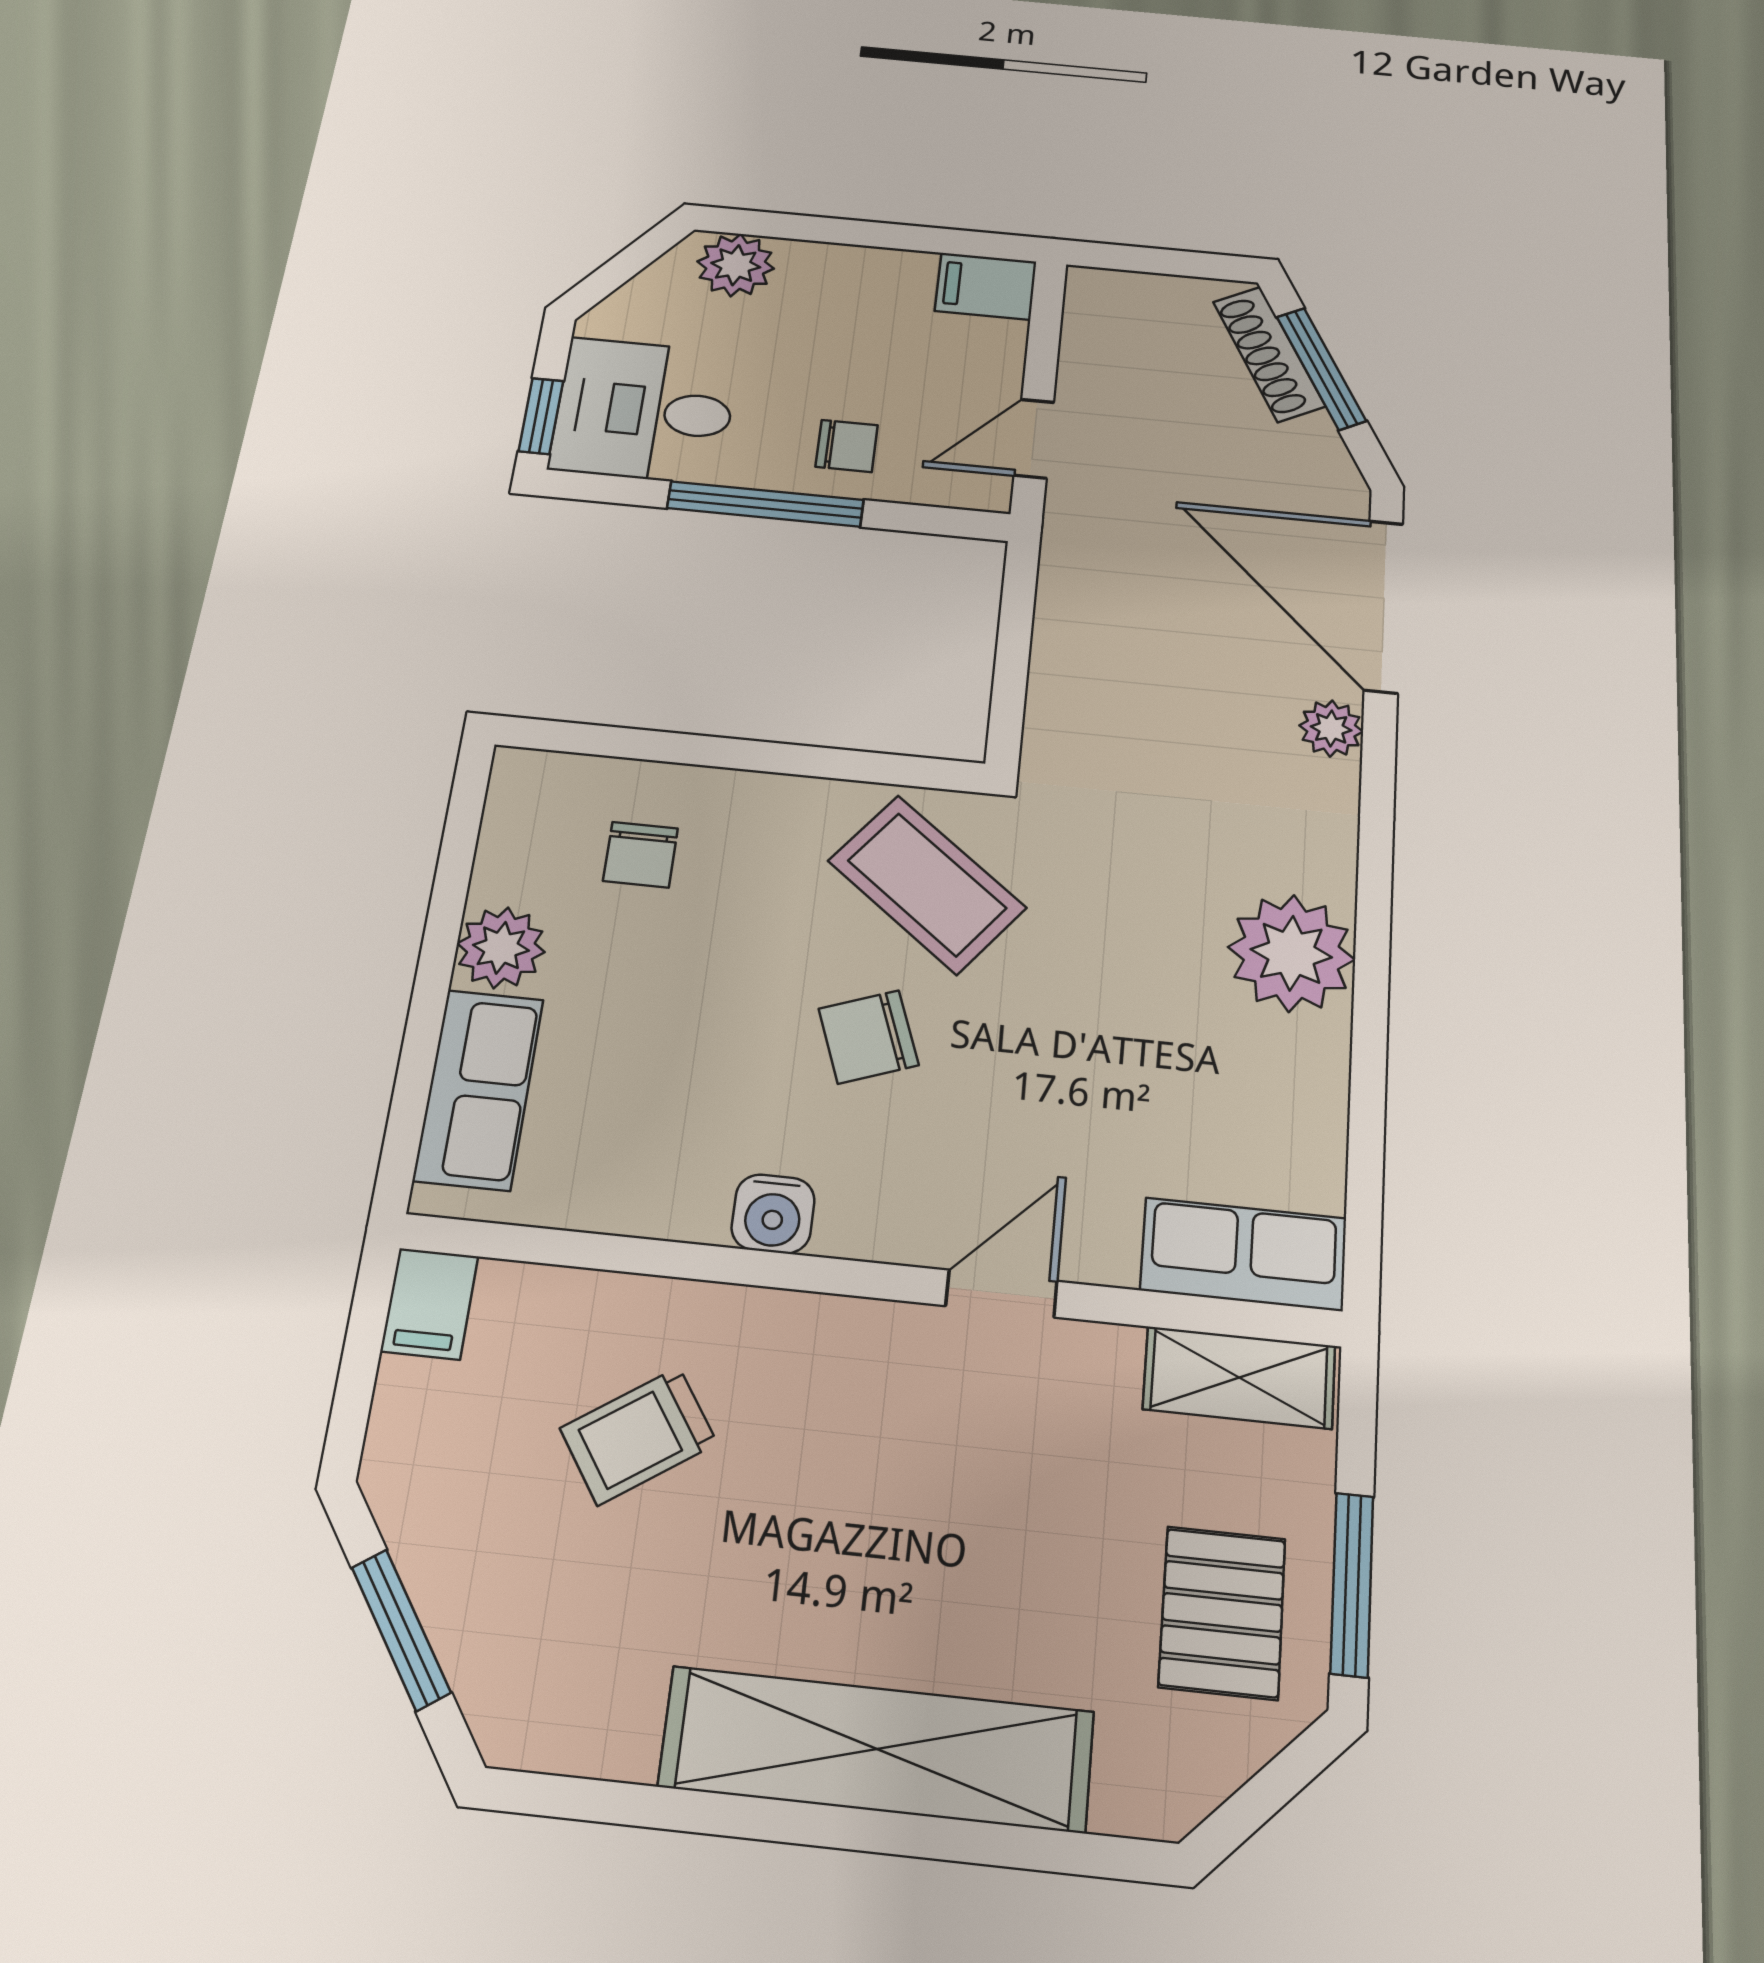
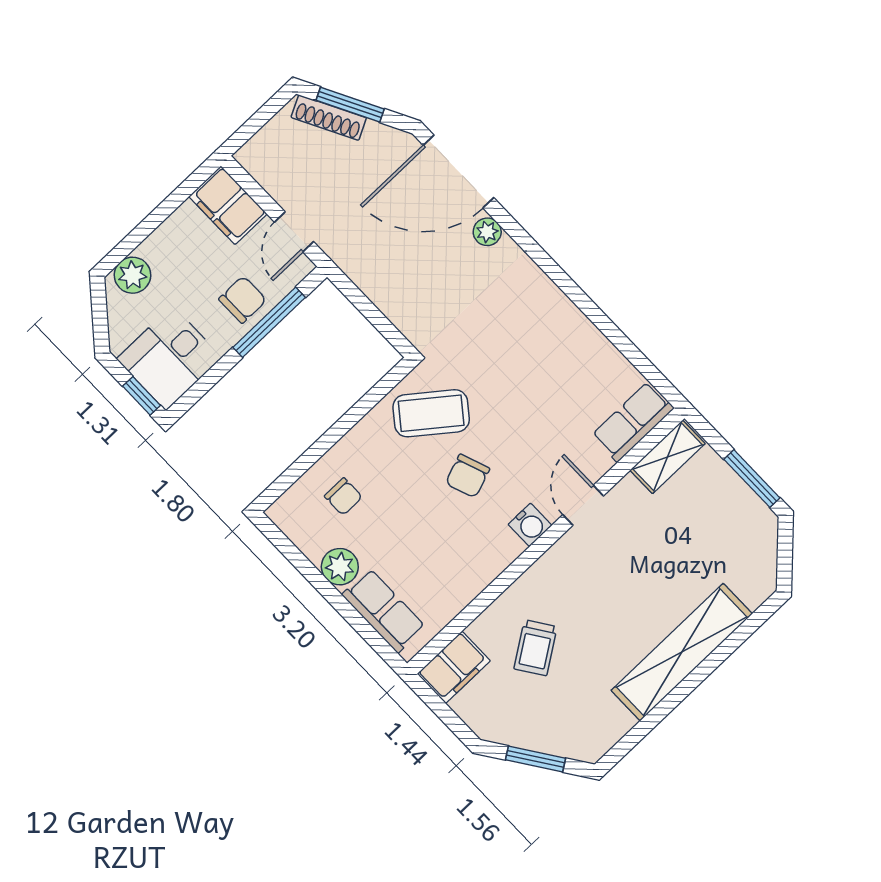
filing cabinet: (986, 286) -> (228, 205), width x2.00
chair: (847, 446) -> (243, 300), width x1.37, depth x1.37
window: (765, 504) -> (269, 322), moved
plant: (1291, 953) -> (552, 318), removed
water cooler: (773, 1214) -> (530, 525), moved
filing cabinet: (429, 1304) -> (454, 667), width x2.00
pallet: (1222, 1612) -> (728, 523), removed

